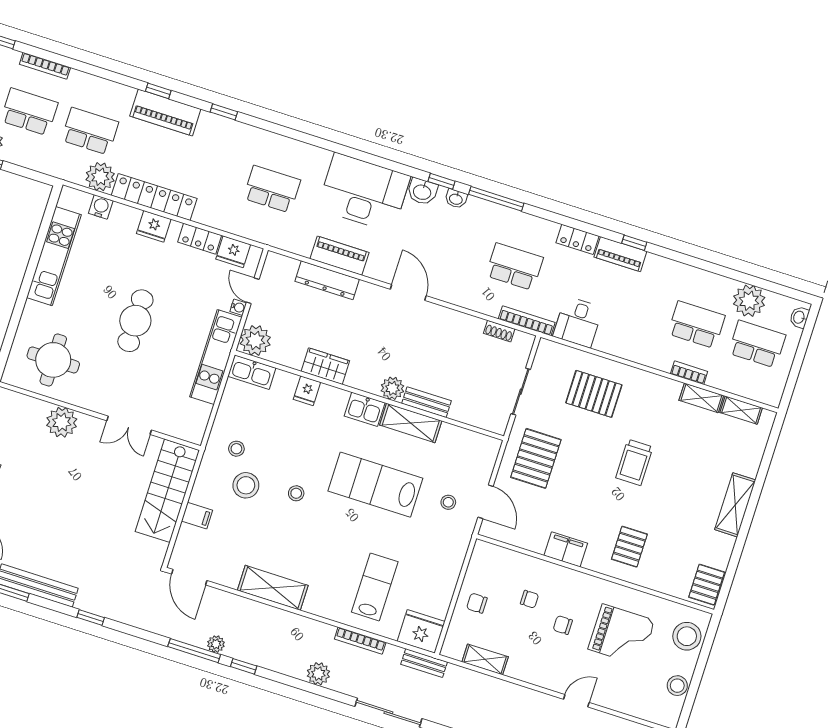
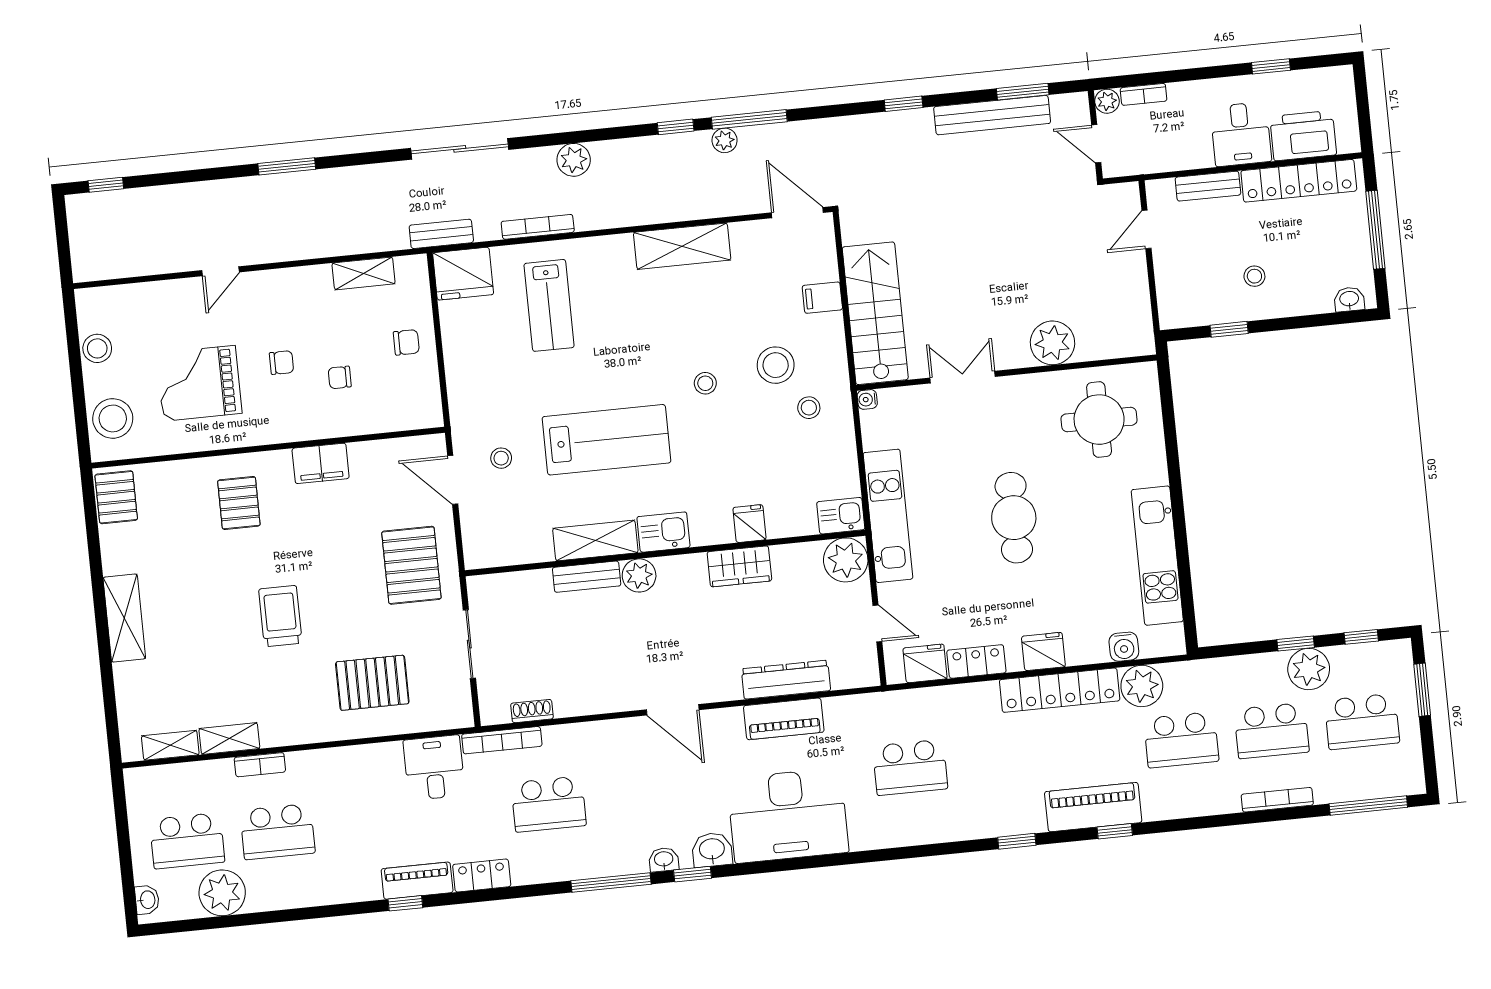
water cooler: (238, 307) -> (867, 399), moved
kitchen sink: (252, 372) -> (841, 516), width x0.73

